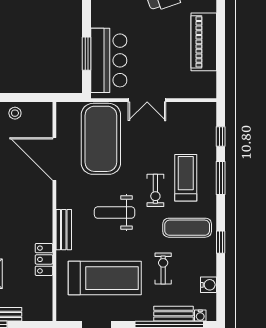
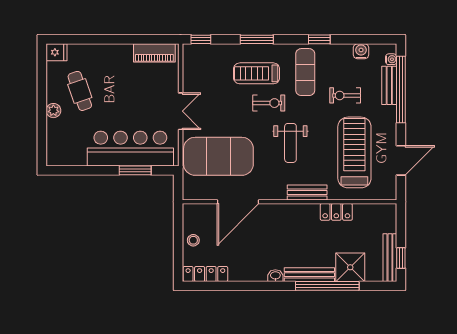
piano: (204, 42) -> (154, 53), moved, width x0.73, depth x0.75
bar counter: (109, 60) -> (130, 149), width x1.36
window: (221, 136) -> (201, 39), moved

